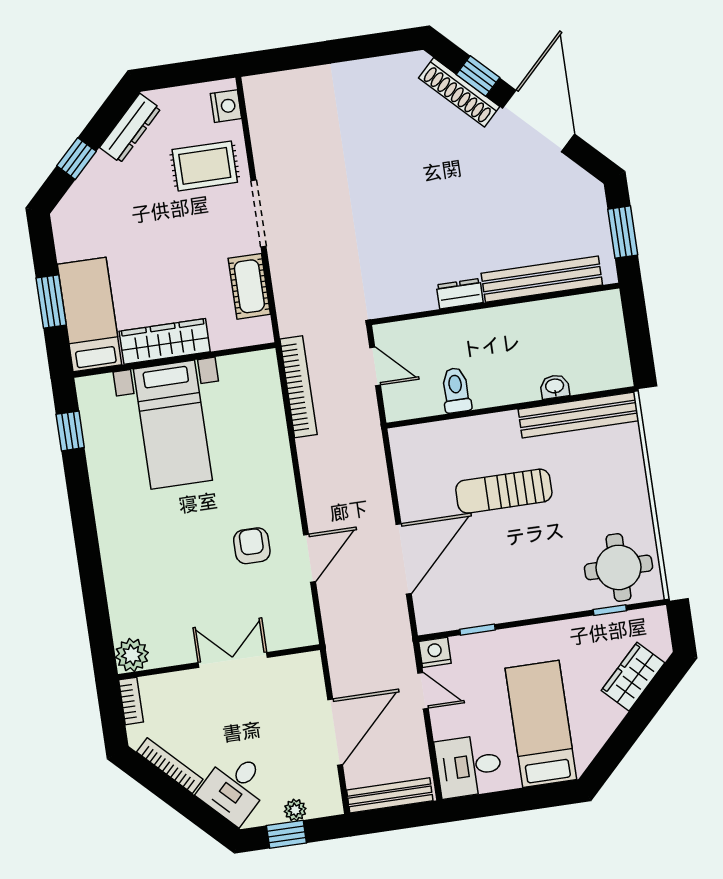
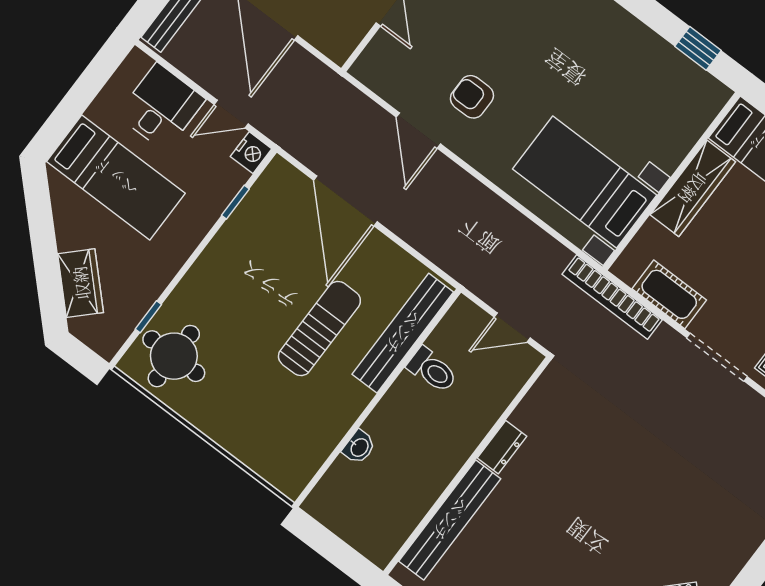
bookcase: (299, 387) -> (612, 297), moved
bench: (579, 415) -> (403, 333), moved
bed with nightstands: (173, 425) -> (585, 182), moved
armchair: (252, 546) -> (472, 97), turned 180
desk: (469, 766) -> (161, 107), moved

